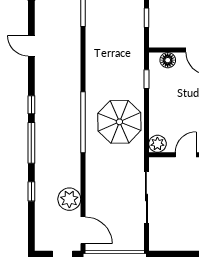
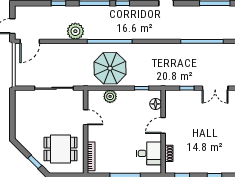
plant: (157, 144) -> (110, 96), moved
plant: (69, 199) -> (75, 31), moved

